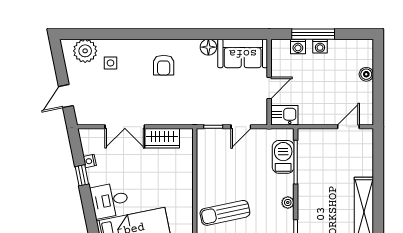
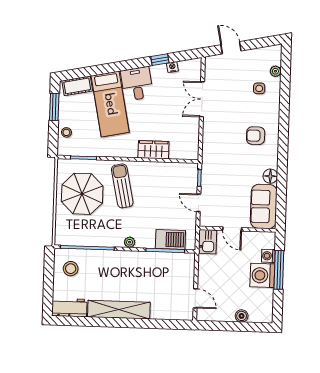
washing machine: (320, 46) -> (262, 275), width x1.89, depth x1.89
plant: (85, 51) -> (275, 71), width x0.53, depth x0.53
wardrobe: (162, 138) -> (153, 150), moved, turned 90

